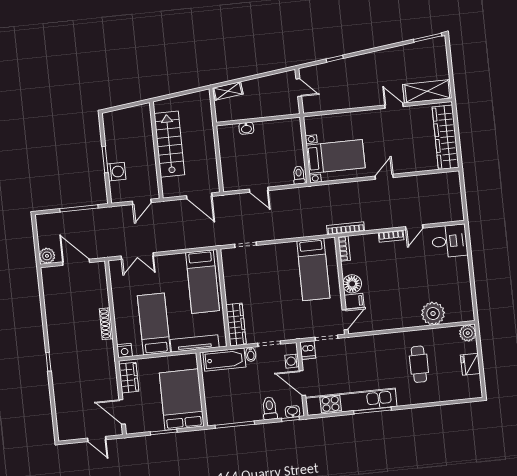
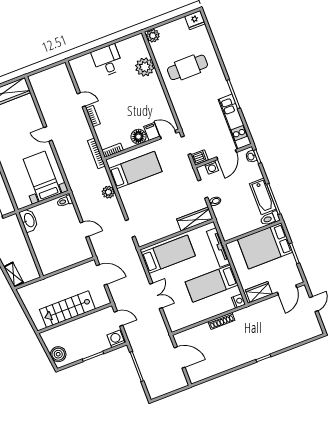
boiler: (119, 119) -> (58, 354), added
washbasin: (246, 128) -> (29, 220), moved, width x1.91, depth x1.45
washing machine: (116, 172) -> (116, 339), moved
door: (259, 190) -> (84, 229), hinge flipped
door: (199, 196) -> (102, 275), hinge flipped
desk: (449, 241) -> (107, 61), moved
plant: (47, 256) -> (108, 192), moved
double door: (137, 256) -> (156, 296), moved
door: (76, 262) -> (180, 357), swing flipped
bathtub: (224, 360) -> (263, 196), moved, turned 180
cafe table: (419, 364) -> (187, 67), width x1.37, depth x1.35
fridge: (470, 364) -> (195, 20), moved
kitchen unit: (351, 402) -> (235, 122), width x0.73
toilet: (270, 408) -> (270, 218), moved

